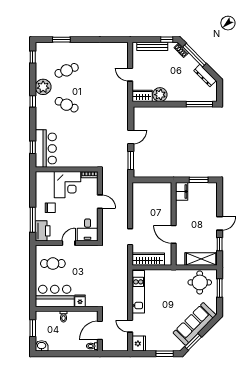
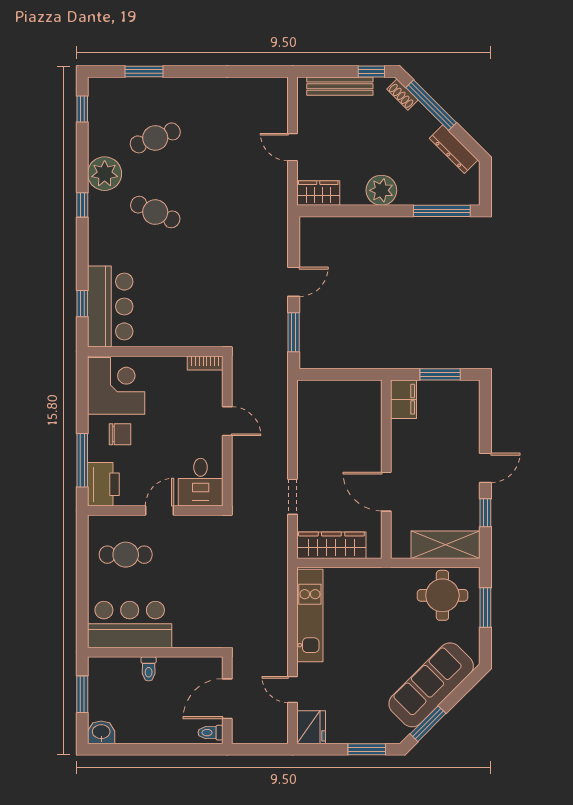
plant: (160, 95) -> (381, 190), moved
corner desk: (67, 185) -> (116, 386), moved, turned -90
fridge: (80, 301) -> (184, 635), removed

